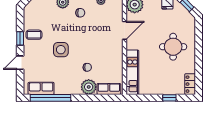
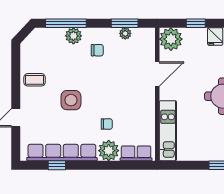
window: (20, 38) -> (16, 85), removed
row of seats: (41, 88) -> (62, 153), width x2.02
window: (50, 98) -> (57, 165), width x0.32

